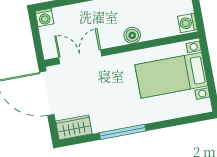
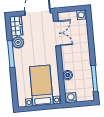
boiler: (132, 35) -> (68, 75), moved
plant: (102, 122) -> (18, 42), added

